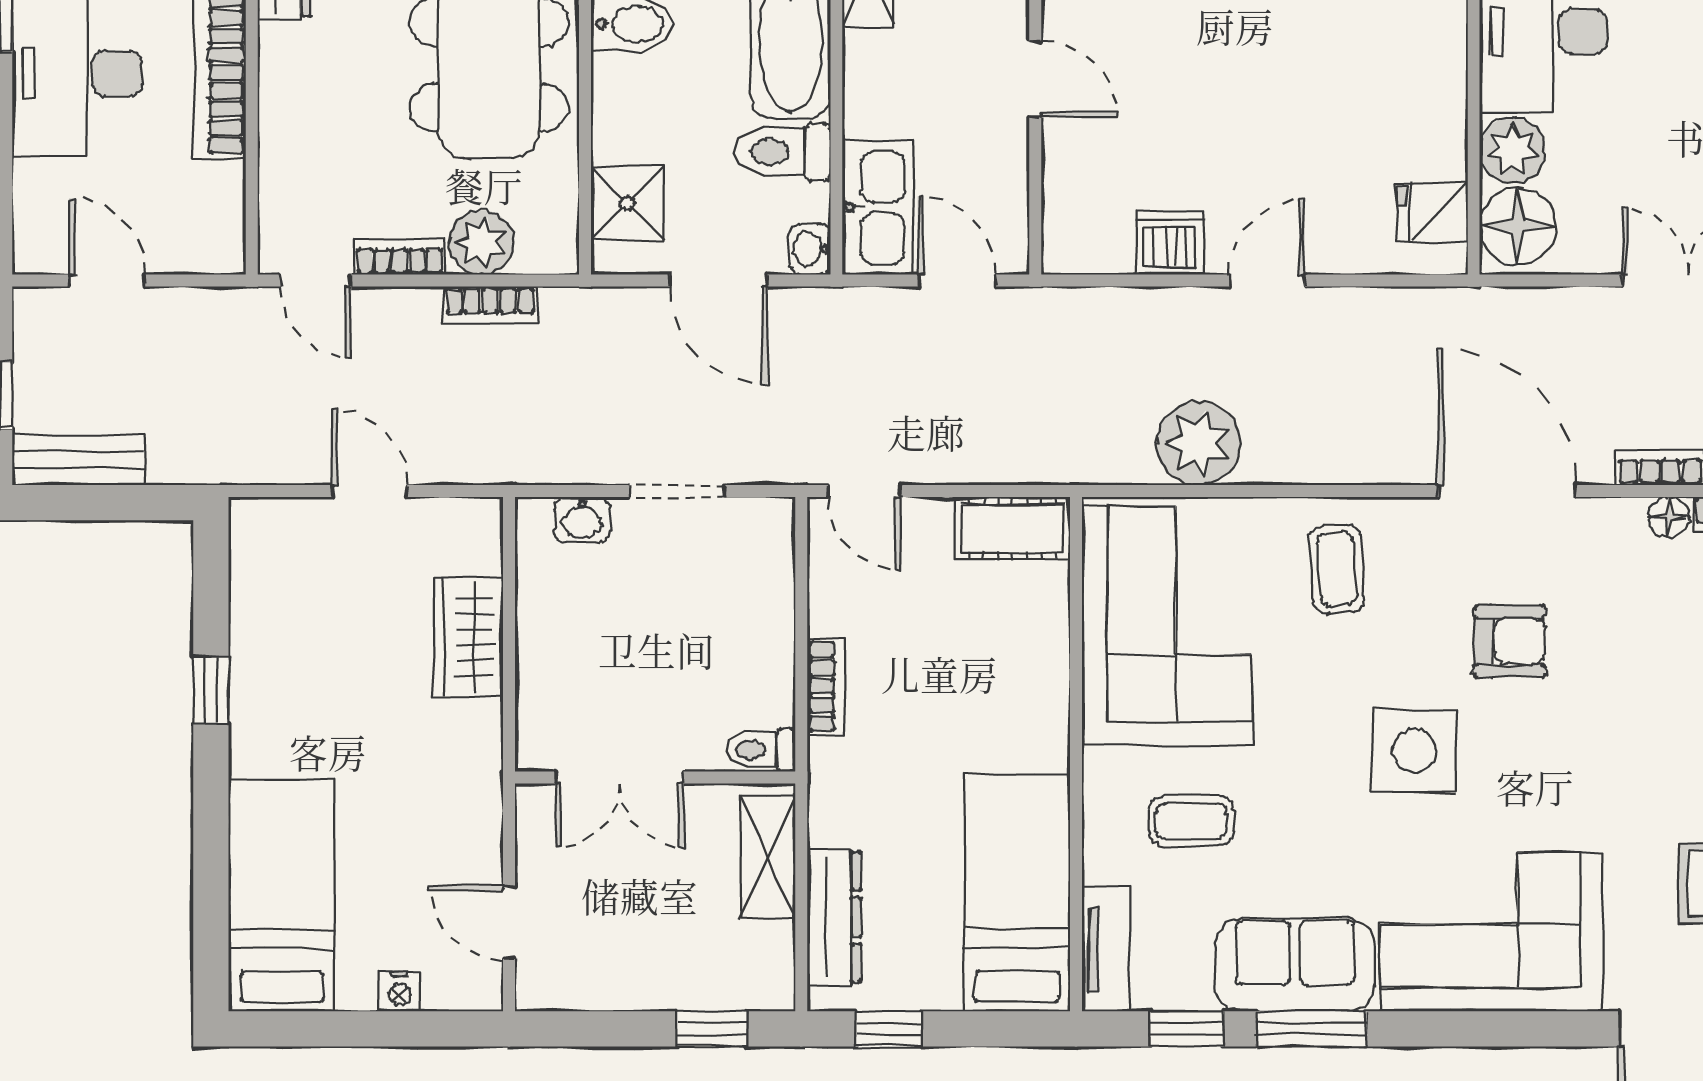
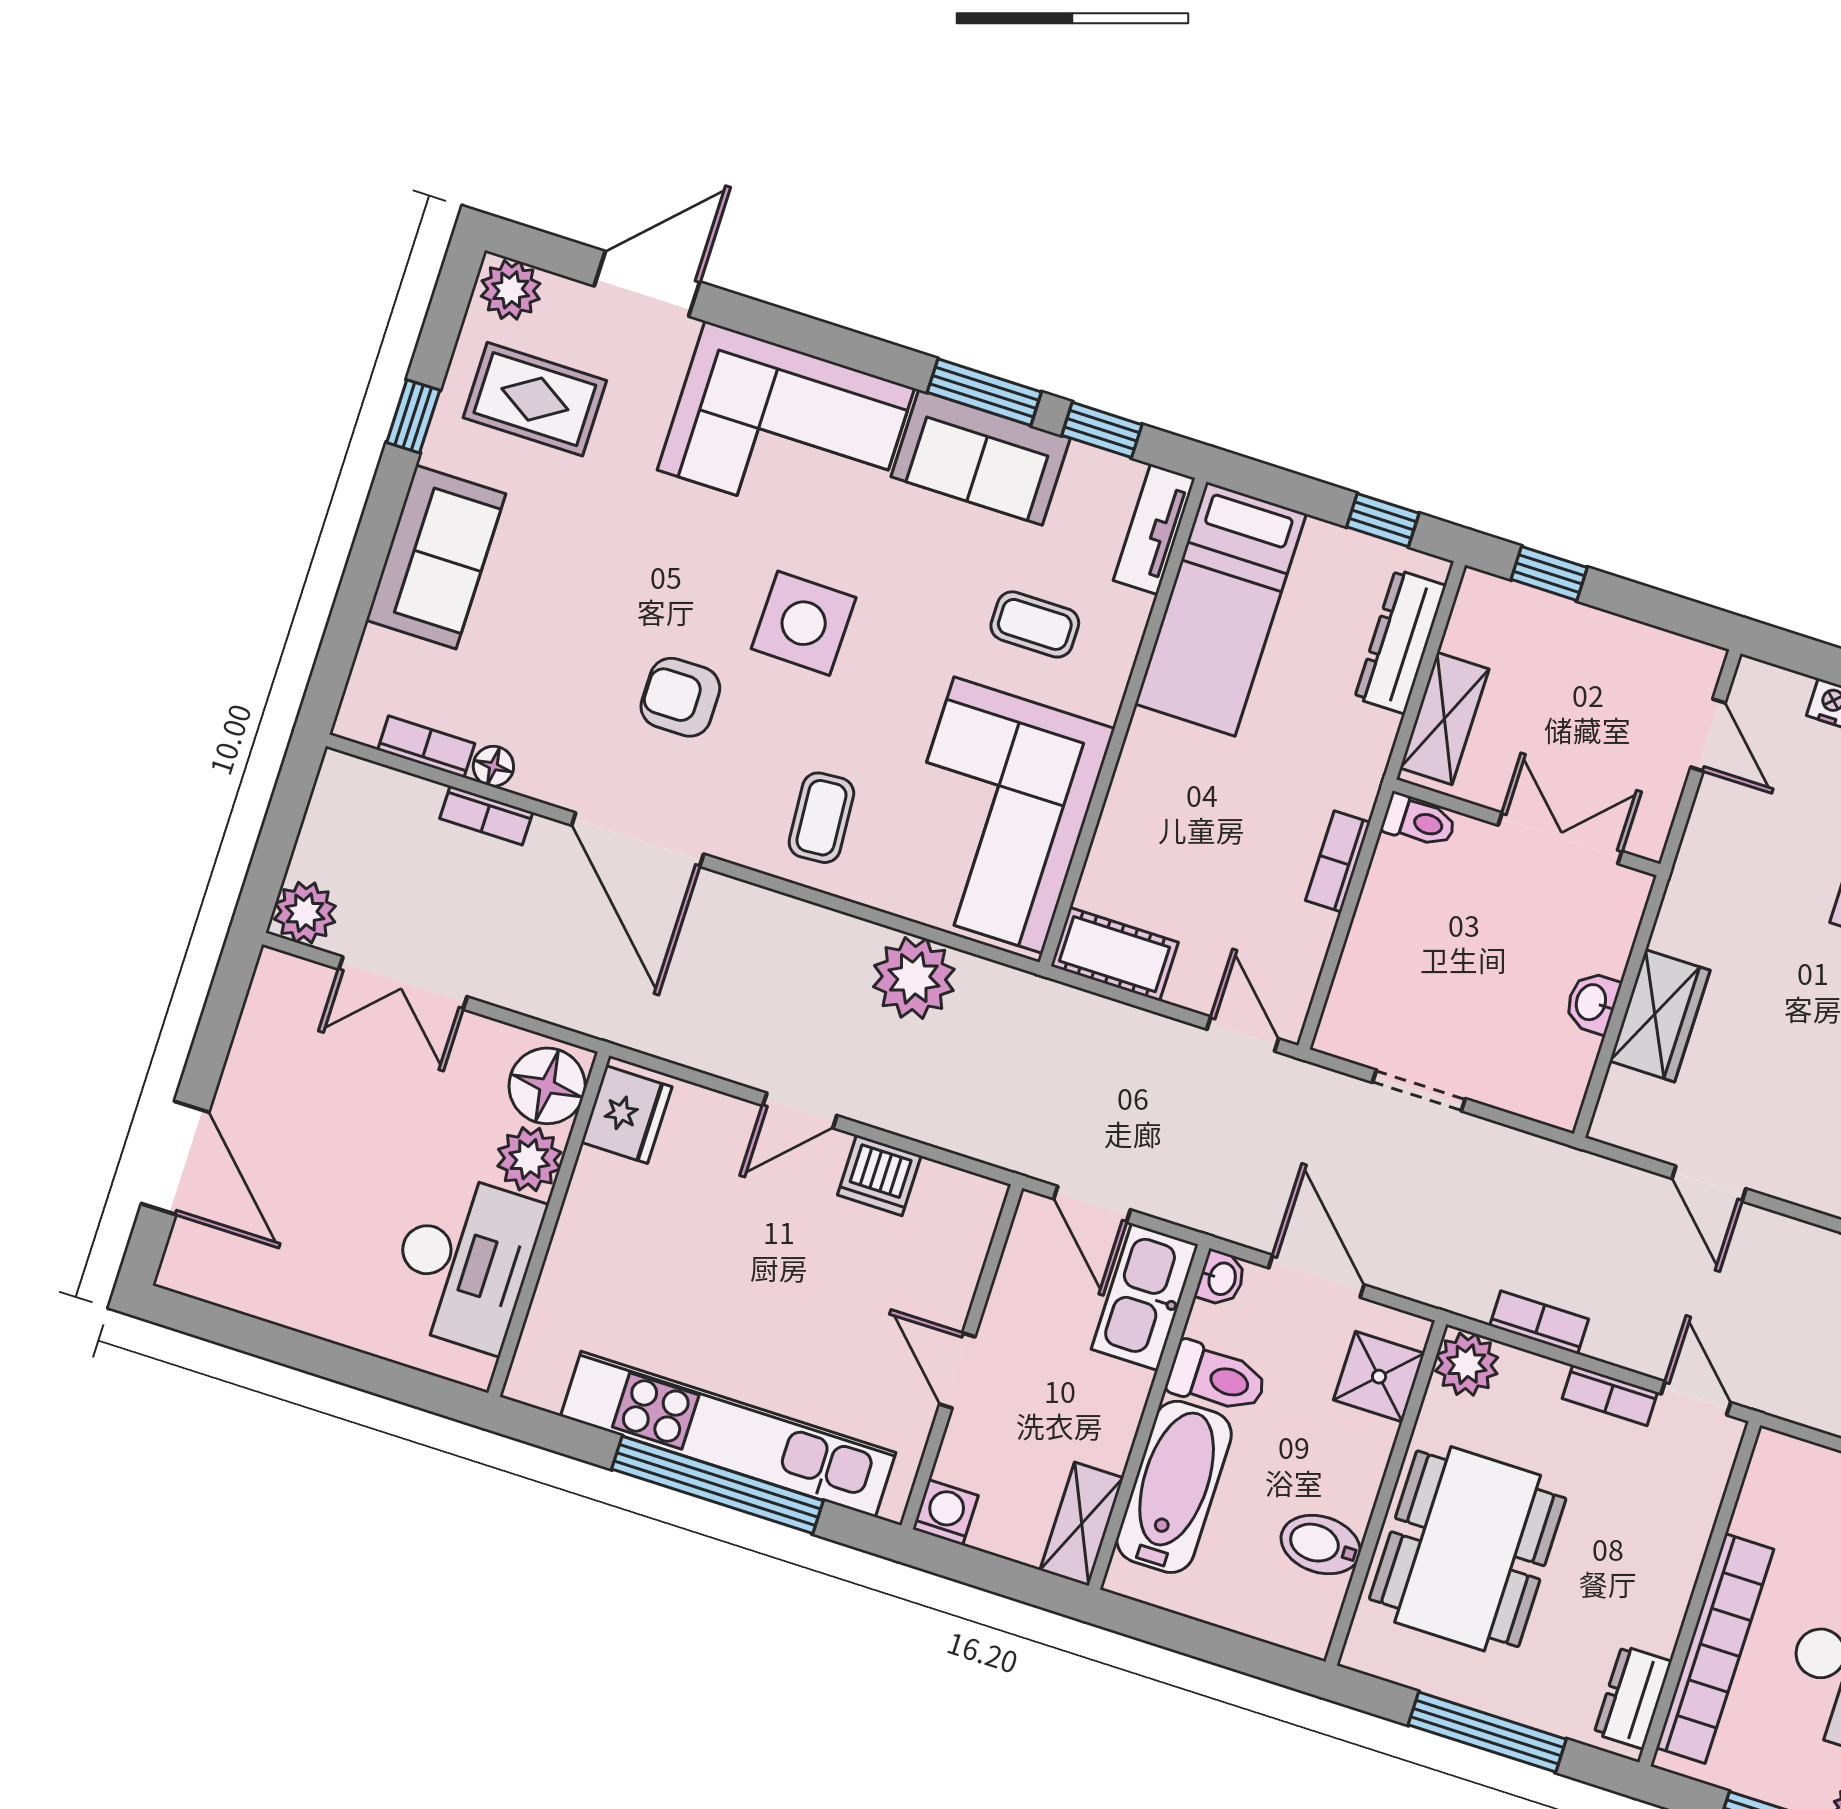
fridge: (1433, 212) -> (627, 1115), width x1.38
plant: (481, 242) -> (1467, 1364), moved
washbasin: (582, 520) -> (1592, 1003), moved, turned -90

